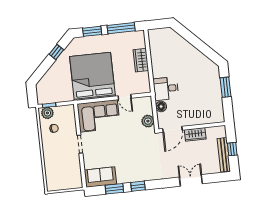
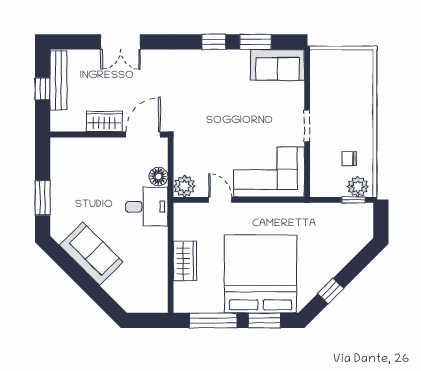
sofa: (195, 58) -> (91, 254), added
bed: (92, 76) -> (261, 274), moved, turned 180
plant: (148, 121) -> (184, 186), moved

